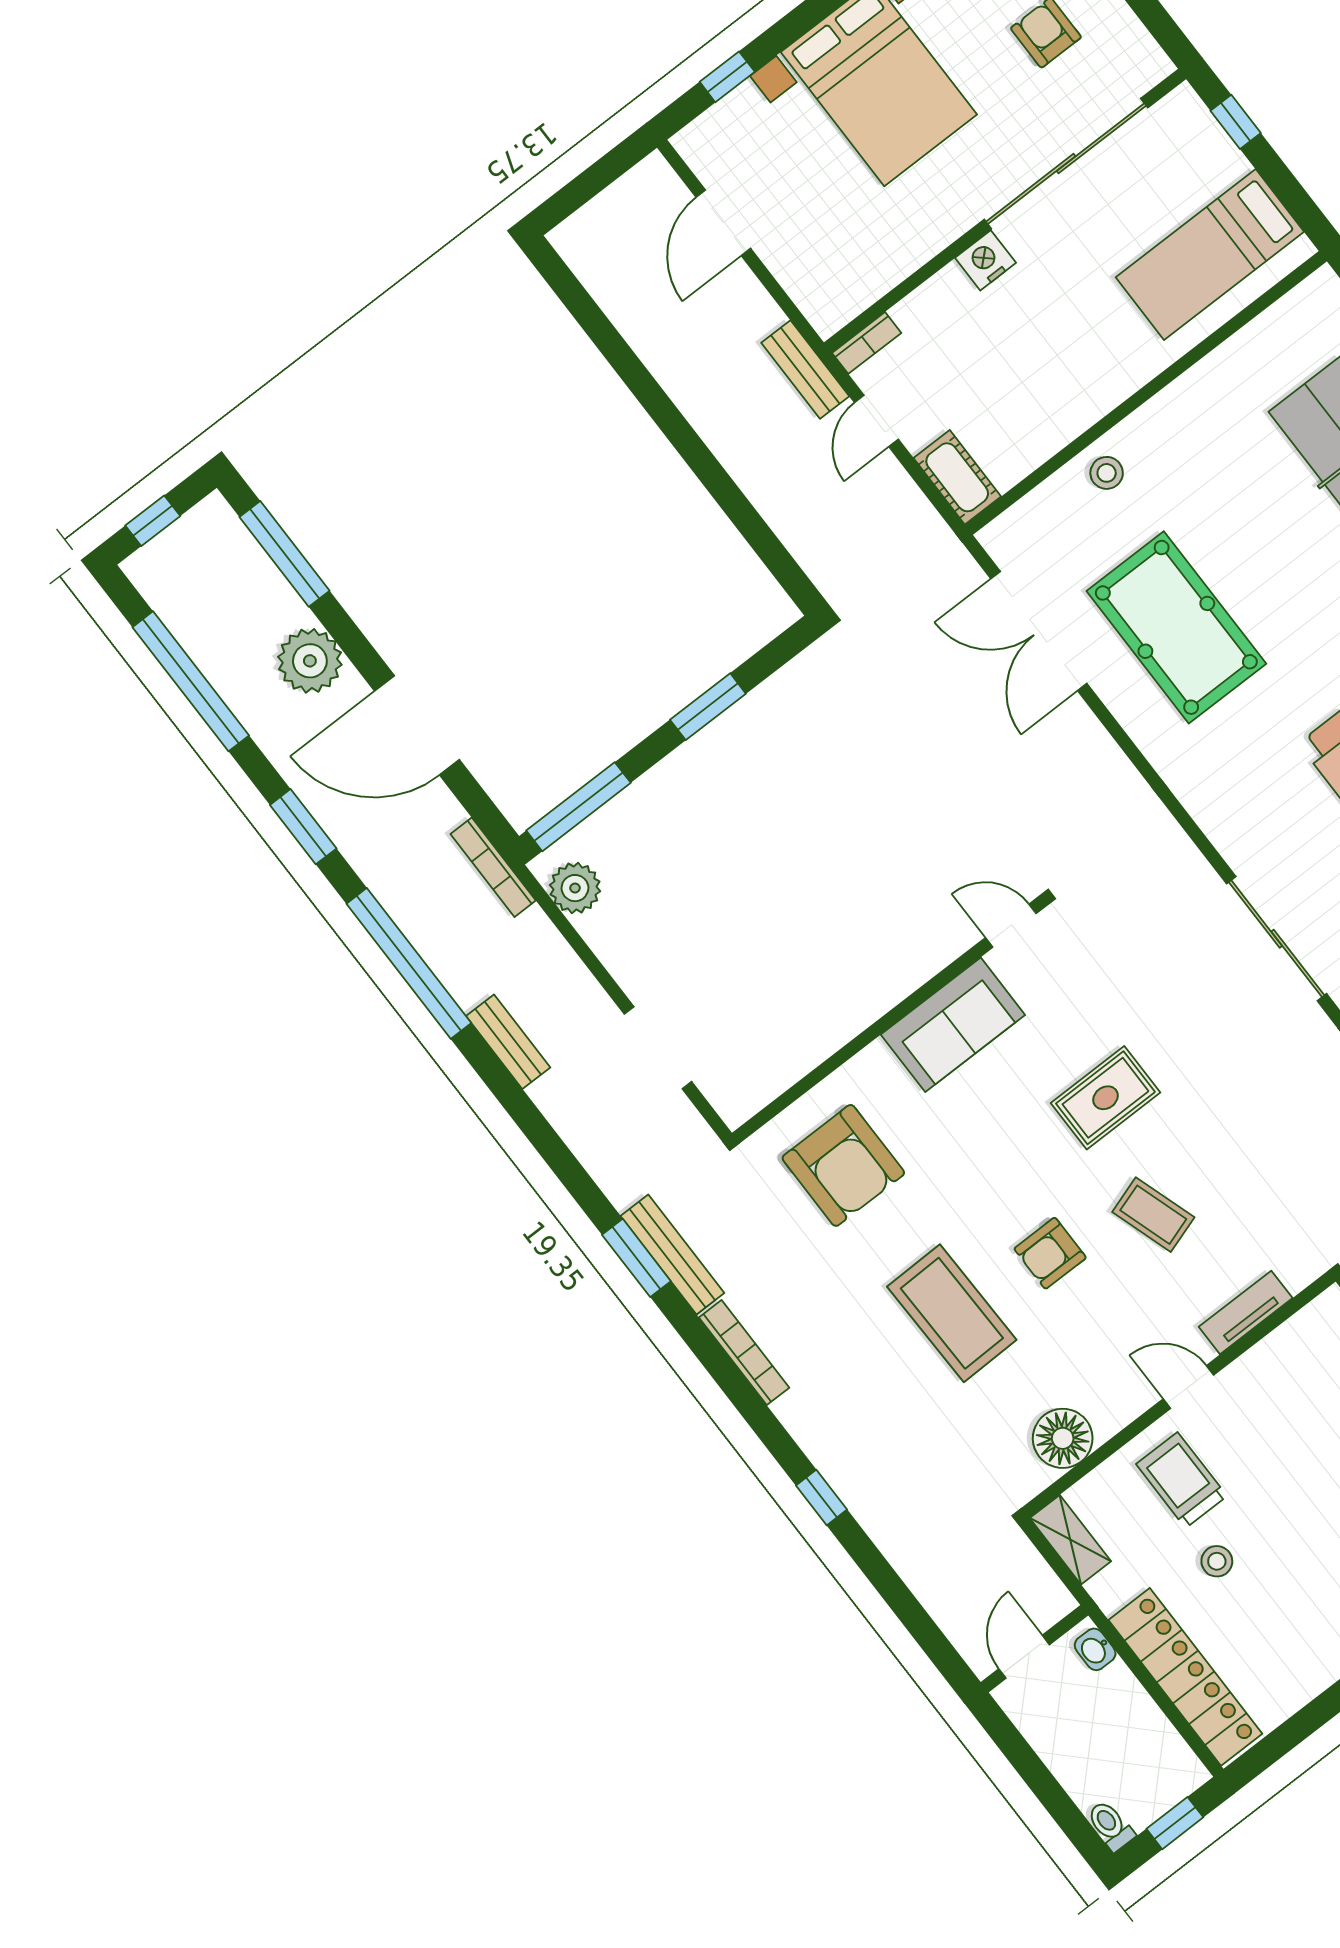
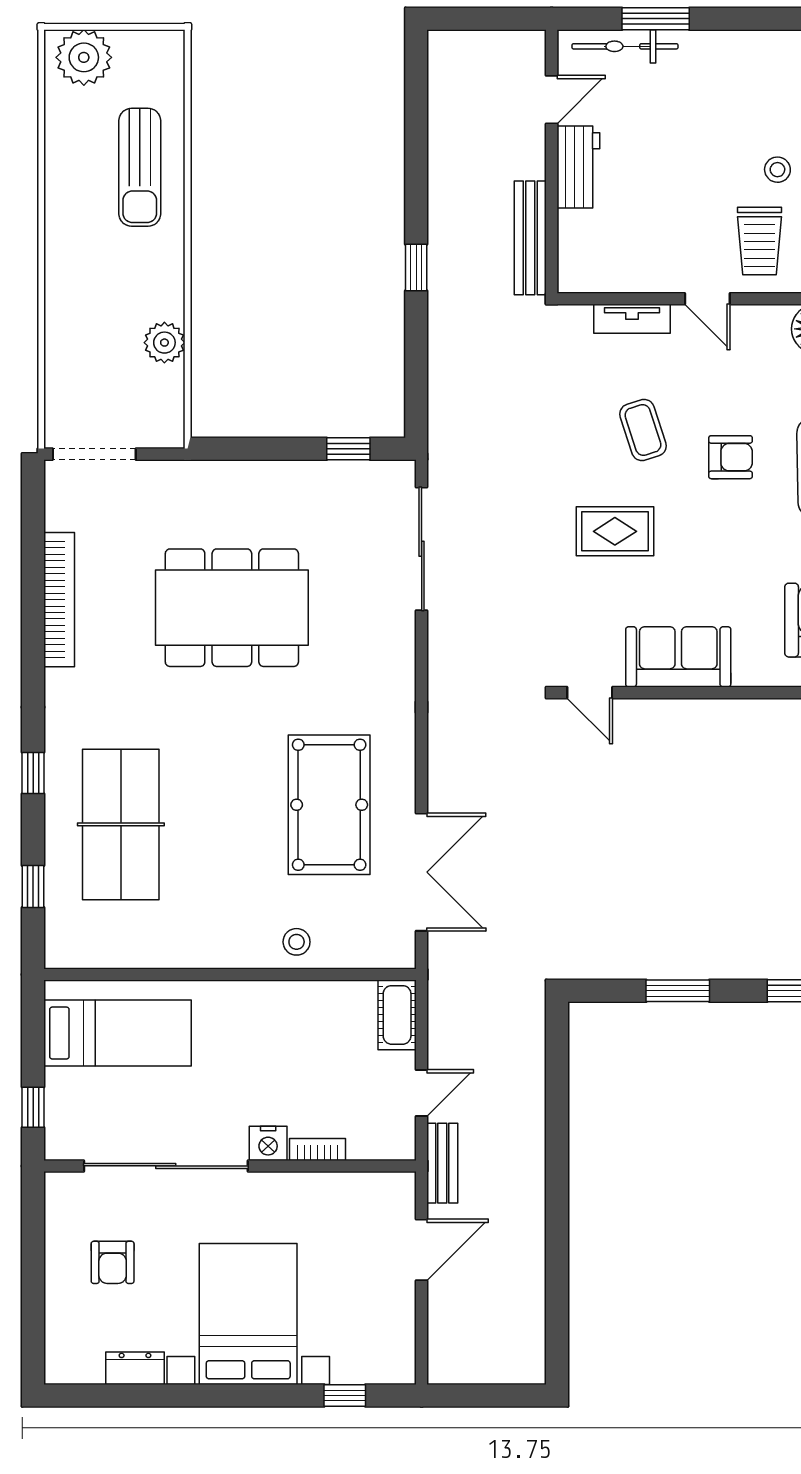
door: (723, 223) -> (422, 1250), moved
bookcase: (867, 343) -> (318, 1149), moved

